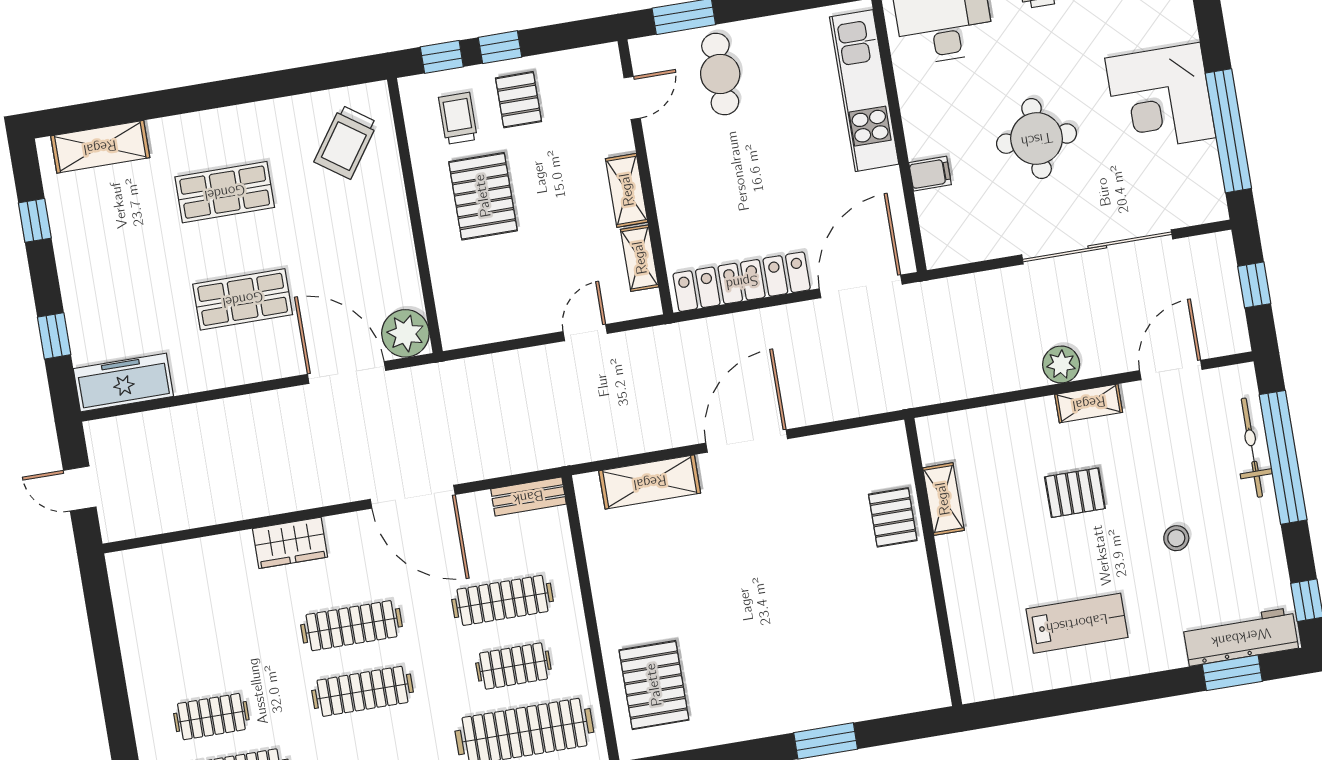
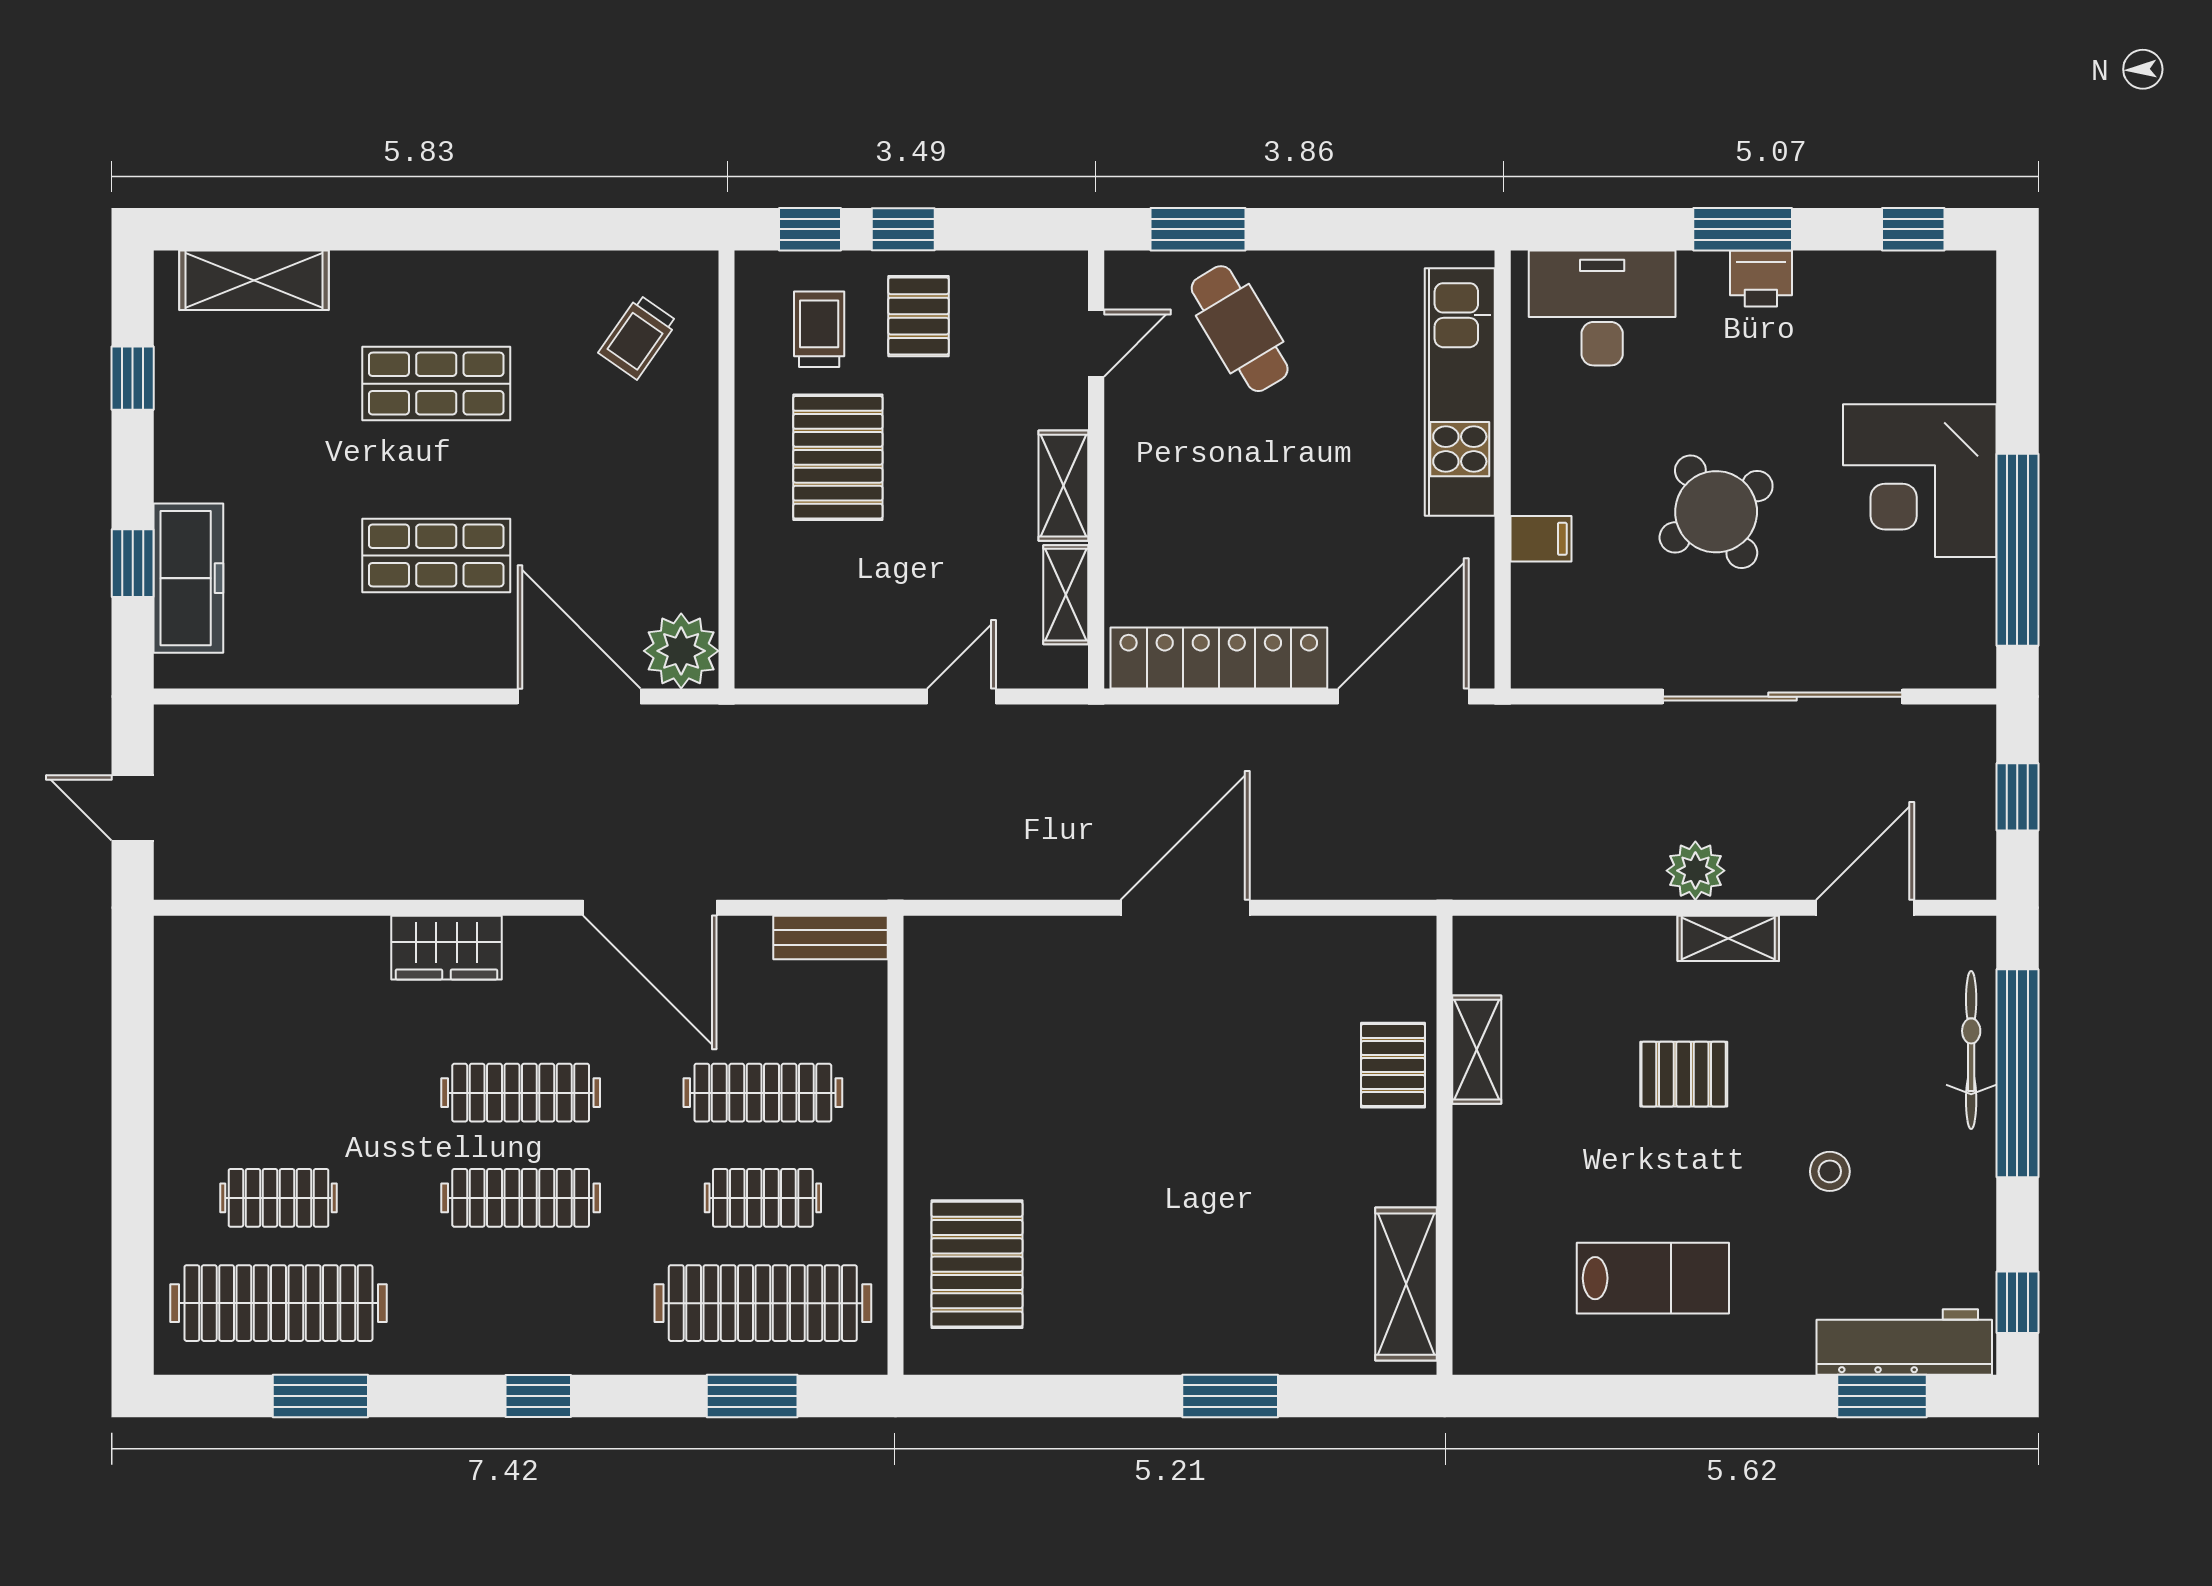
cafe table: (720, 74) -> (1240, 329), turned -31
round table: (1037, 139) -> (1716, 512), turned -32
trolley: (346, 142) -> (638, 337), width x0.73, depth x0.72
freezer: (123, 382) -> (188, 578), moved, turned 90
shelving: (650, 482) -> (1406, 1284), moved, turned 90

